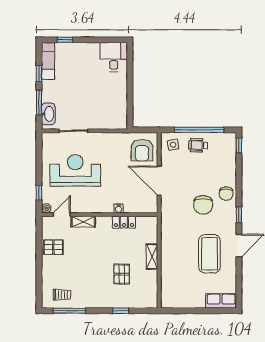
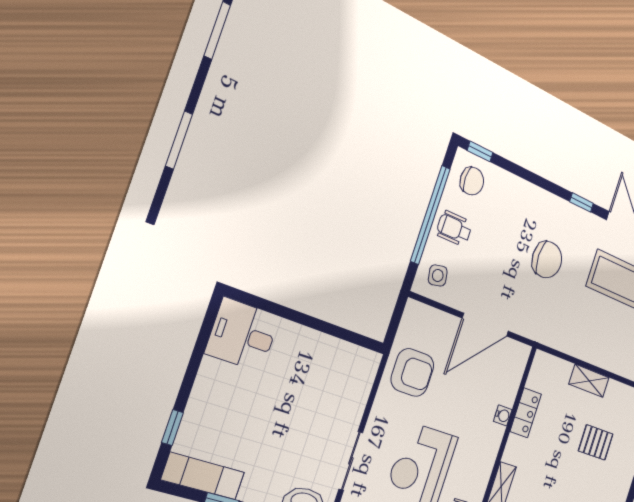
wheelchair: (198, 145) -> (454, 228), turned 88
armchair: (142, 150) -> (412, 372), moved
chair: (226, 194) -> (472, 181), moved

